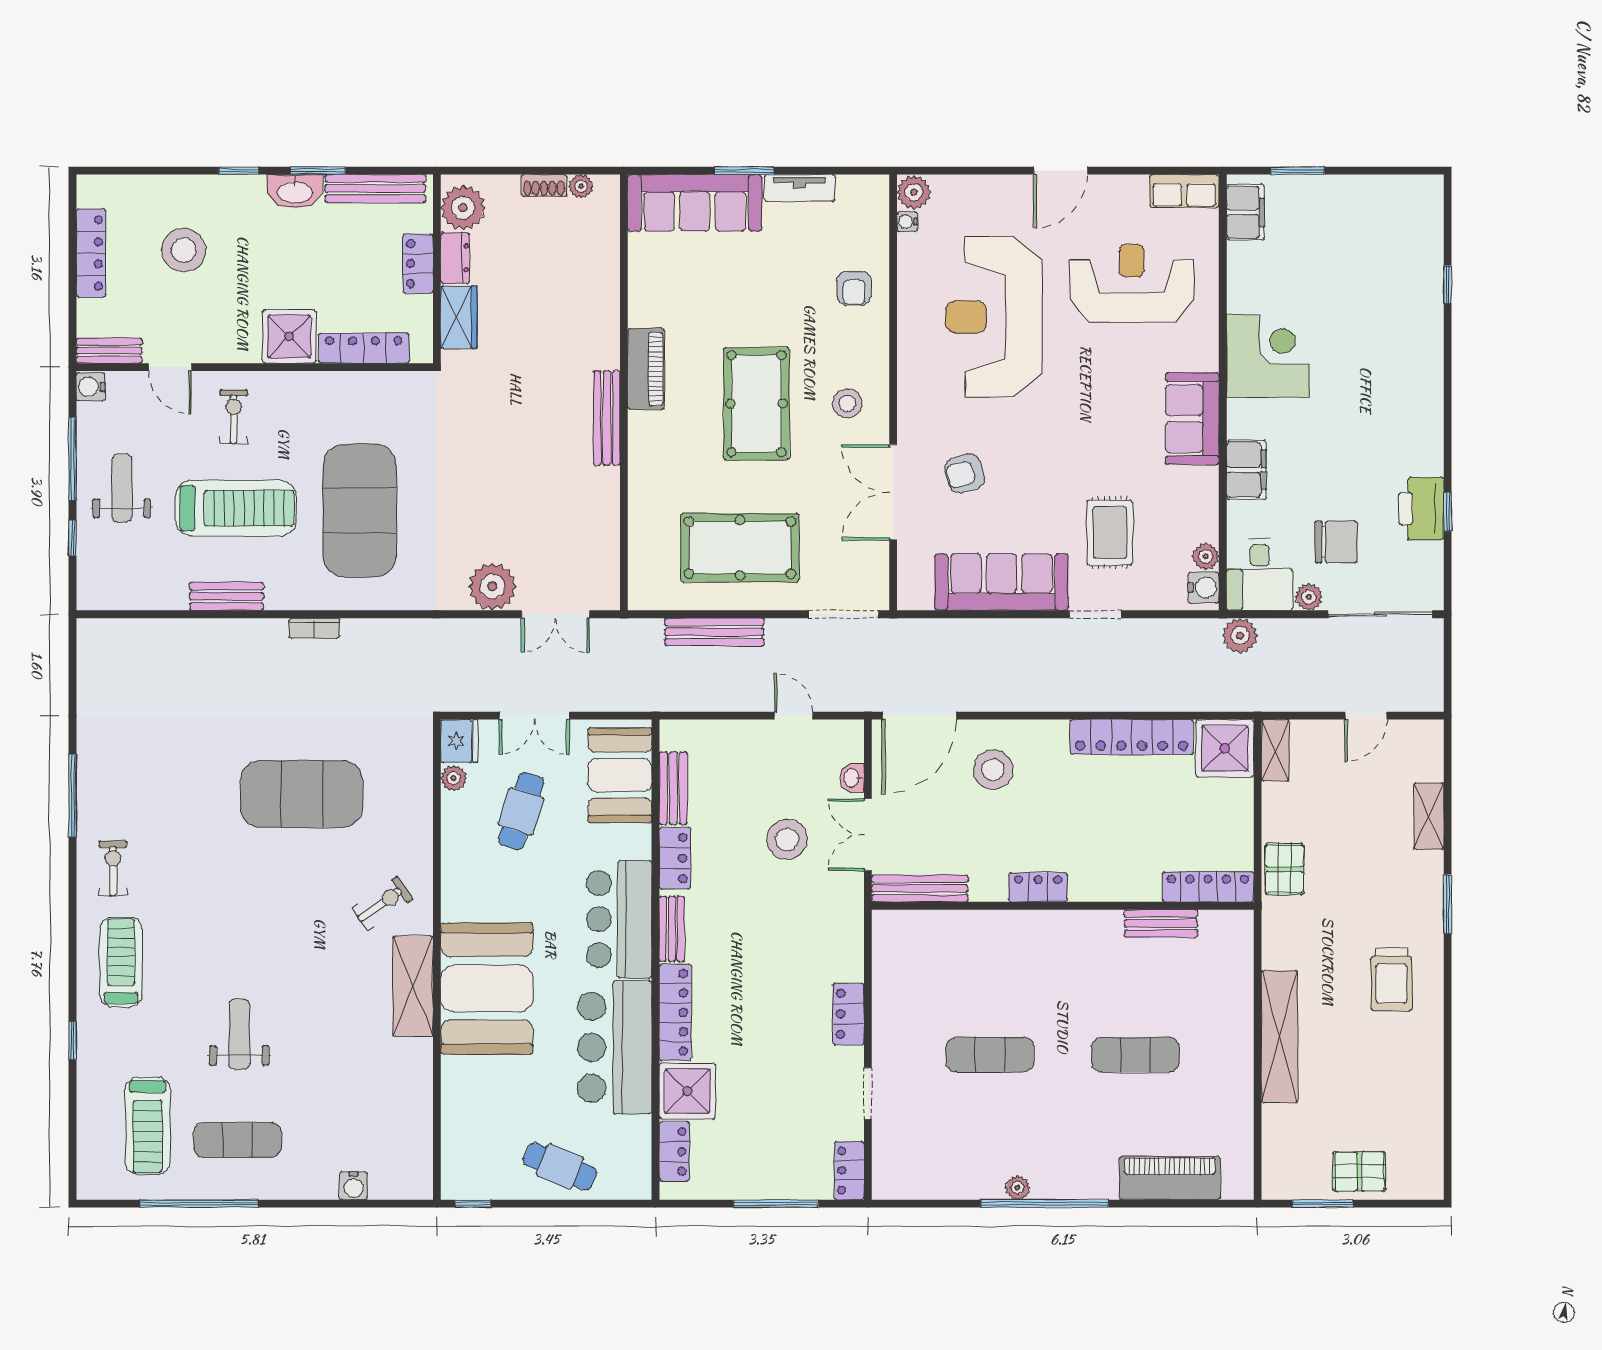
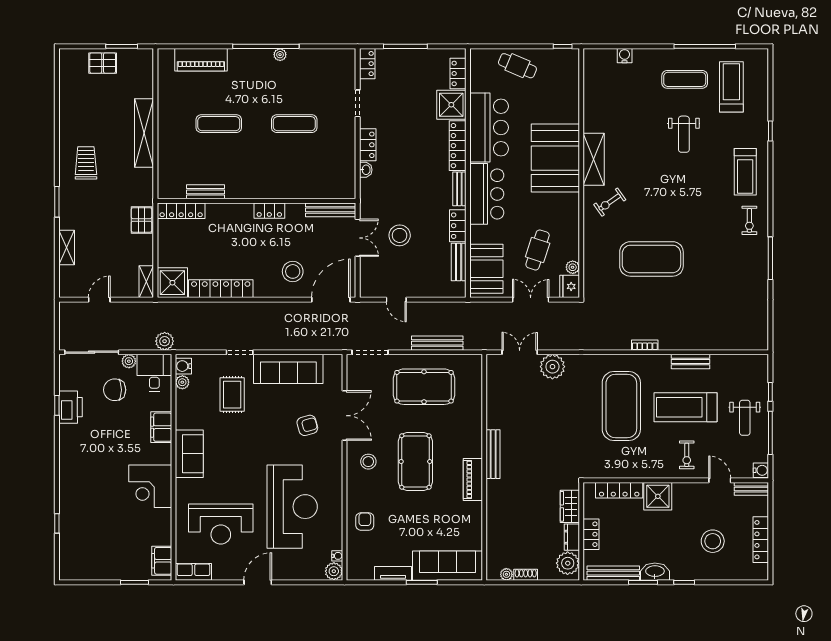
washbasin: (852, 778) -> (366, 170), moved

